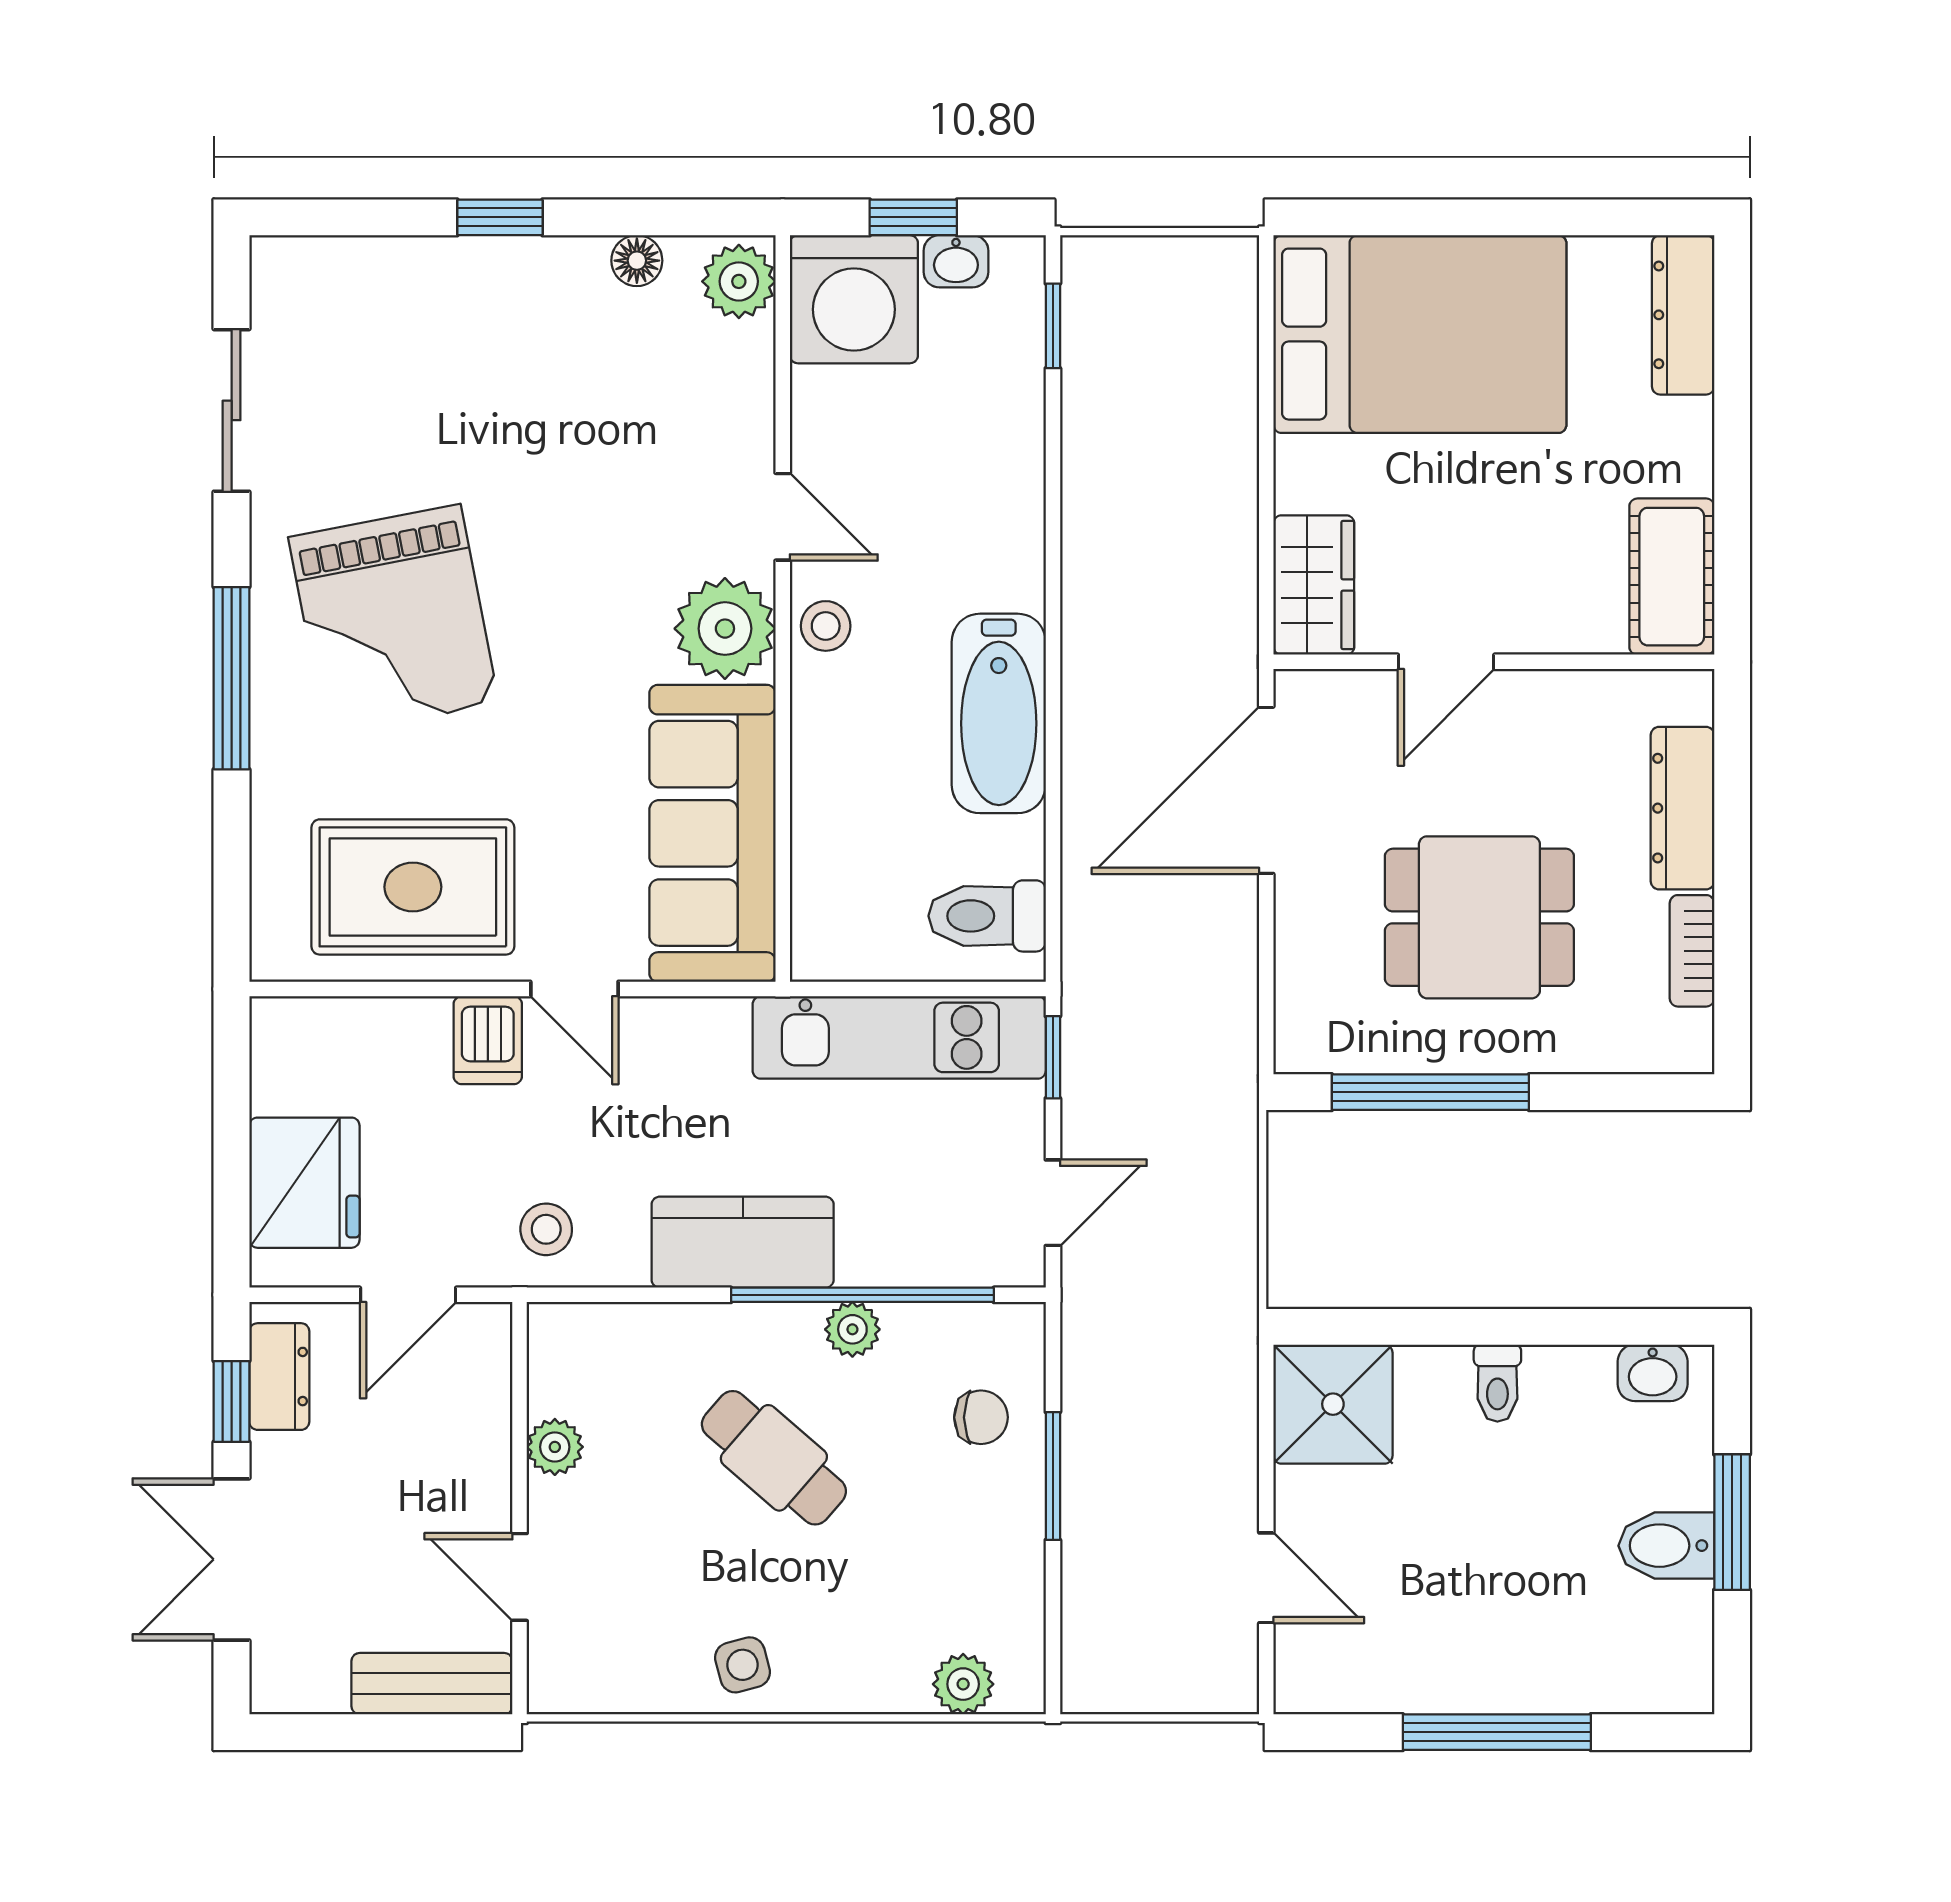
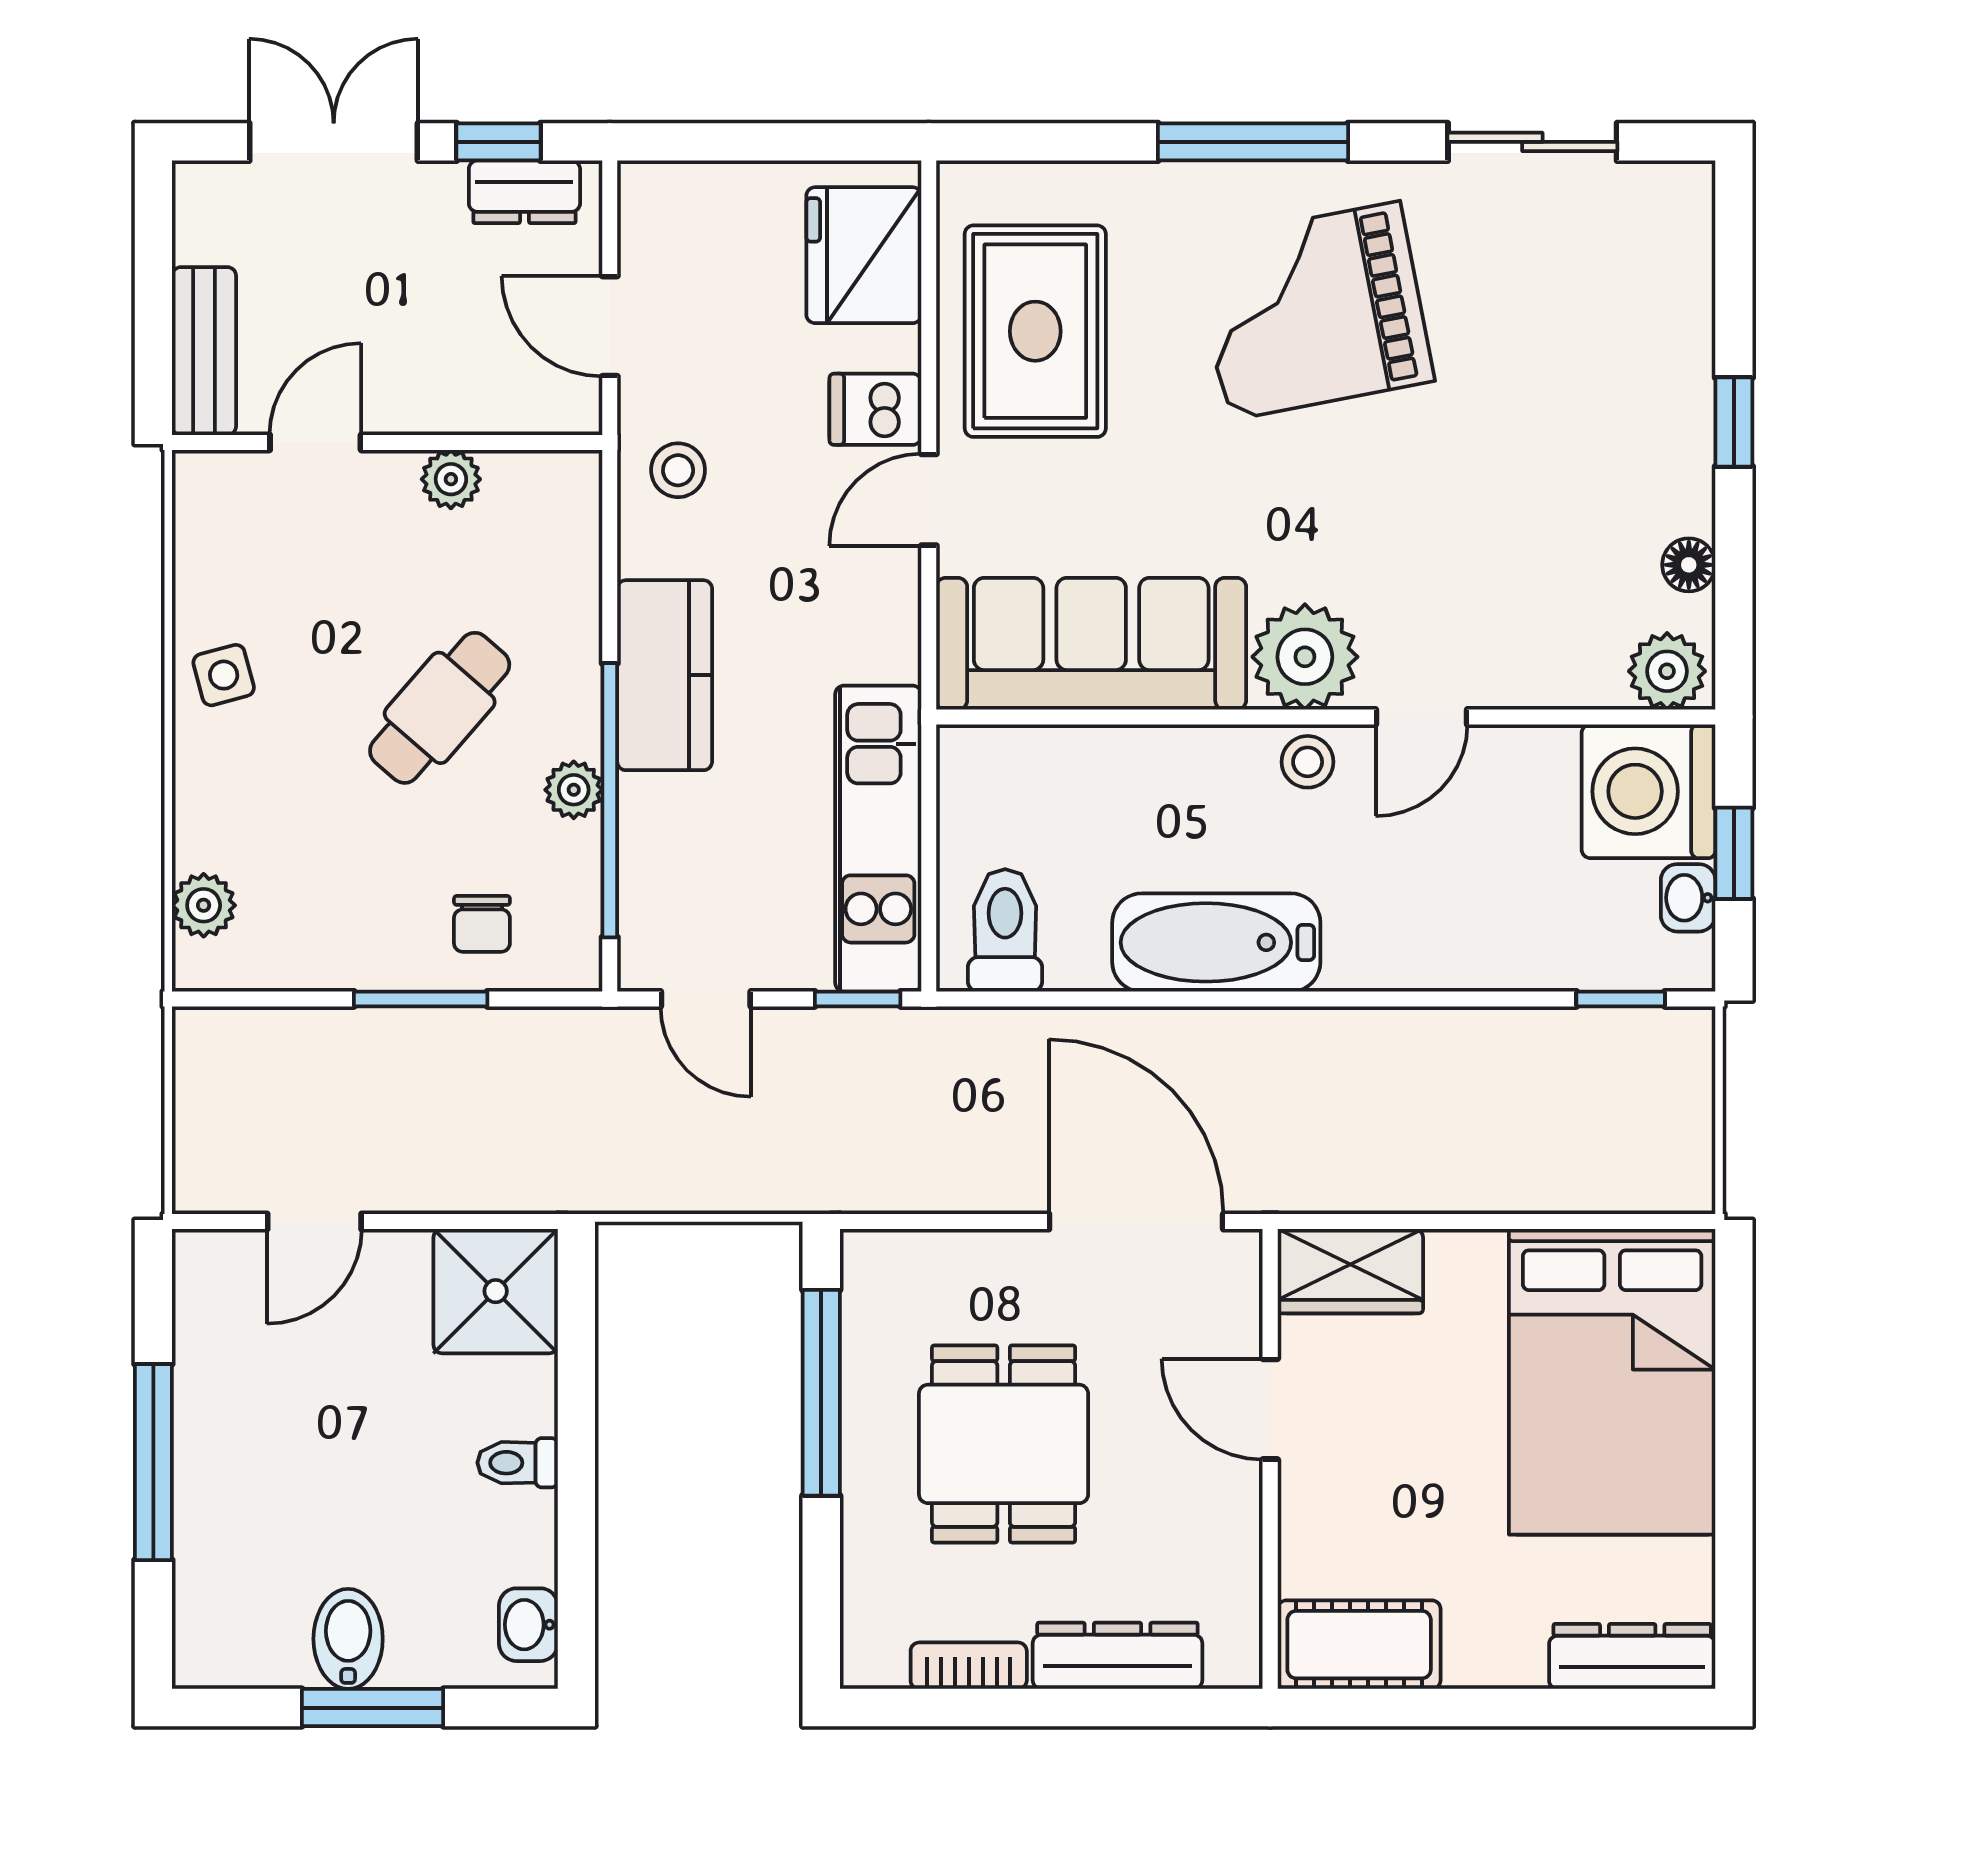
fridge: (304, 1183) -> (864, 255), moved, turned 90

